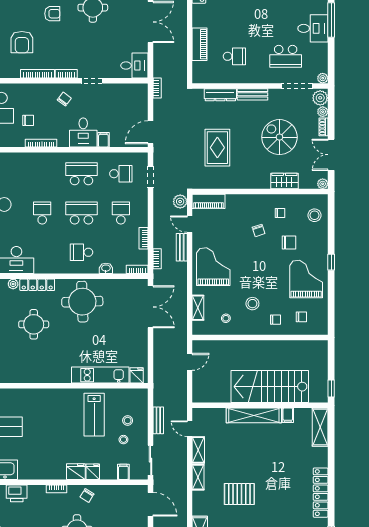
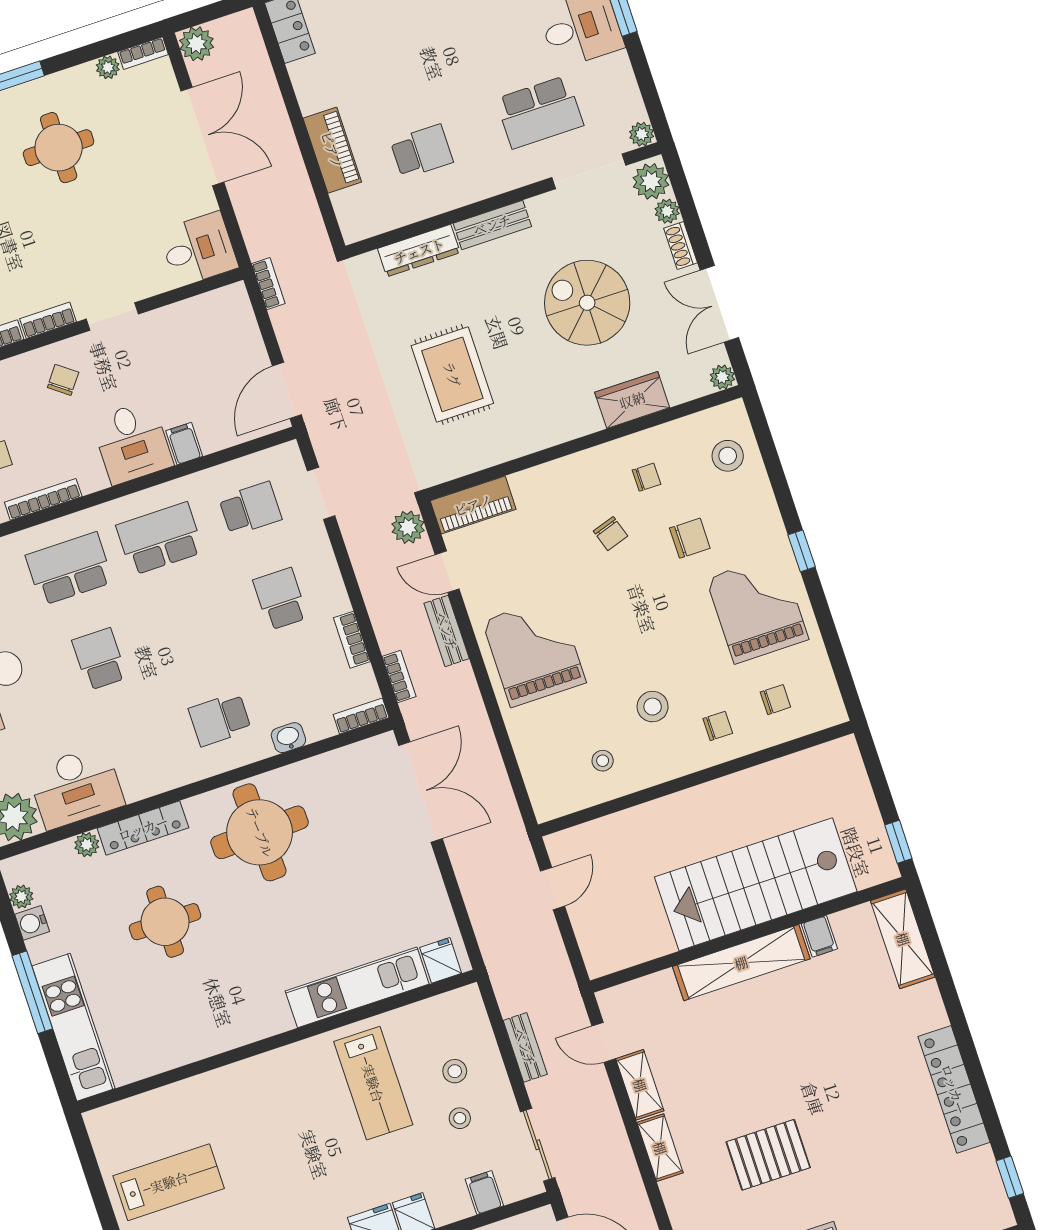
school desk: (82, 213) -> (69, 569), moved
shelving: (198, 308) -> (530, 758), removed

